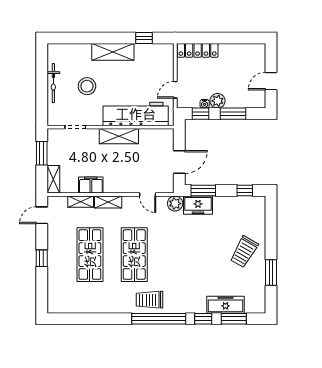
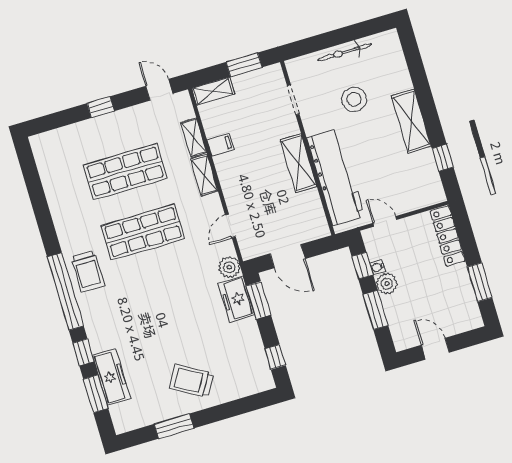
window: (235, 38) -> (480, 282), added
filing cabinet: (91, 185) -> (220, 145), width x0.50
trolley: (150, 300) -> (88, 271), turned 180

